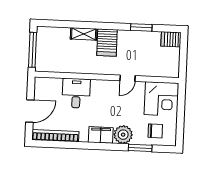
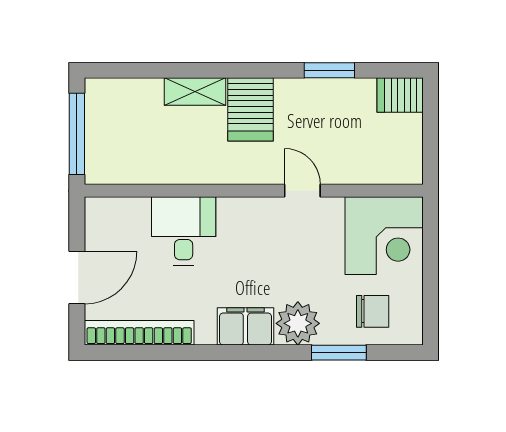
door: (128, 78) -> (302, 191), swing flipped

